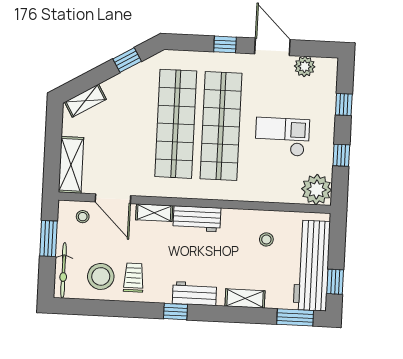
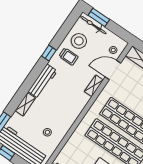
workbench: (197, 219) -> (78, 105), removed
window: (48, 239) -> (99, 17), moved
workbench: (194, 294) -> (43, 81), width x1.38
window: (175, 312) -> (49, 53), moved

